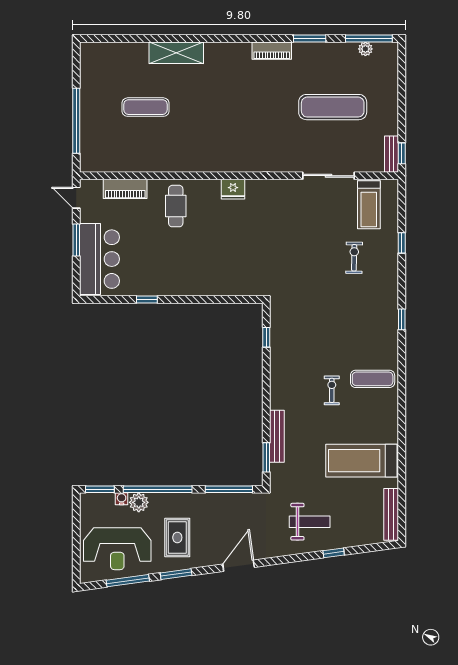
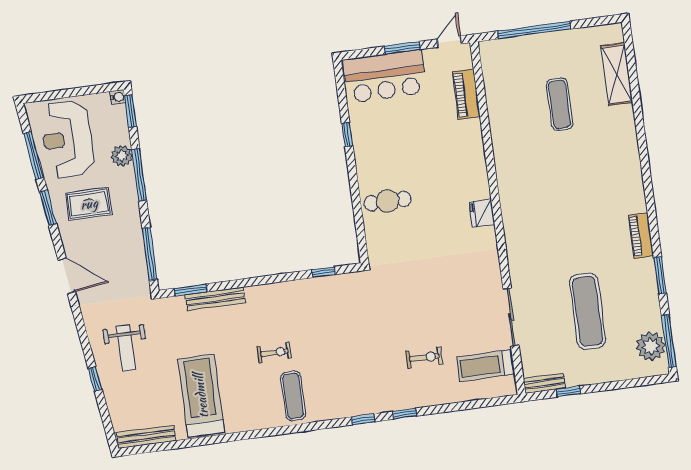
plant: (365, 49) -> (651, 346), width x1.88, depth x1.88
shelving: (176, 53) -> (617, 74), moved
window: (402, 153) -> (568, 392), moved
cafe table: (176, 206) -> (388, 201), moved
window: (402, 243) -> (405, 414), moved
window: (158, 489) -> (139, 175), width x0.68
water cooler: (122, 499) -> (118, 97), moved

